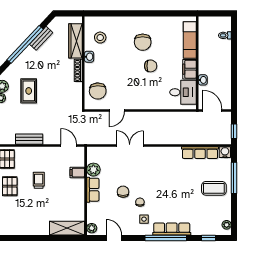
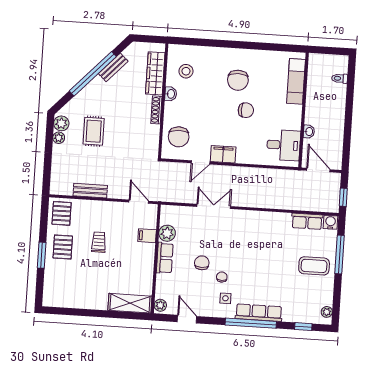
filing cabinet: (190, 69) -> (223, 154), moved, turned 90
row of seats: (200, 153) -> (307, 221), width x0.68

